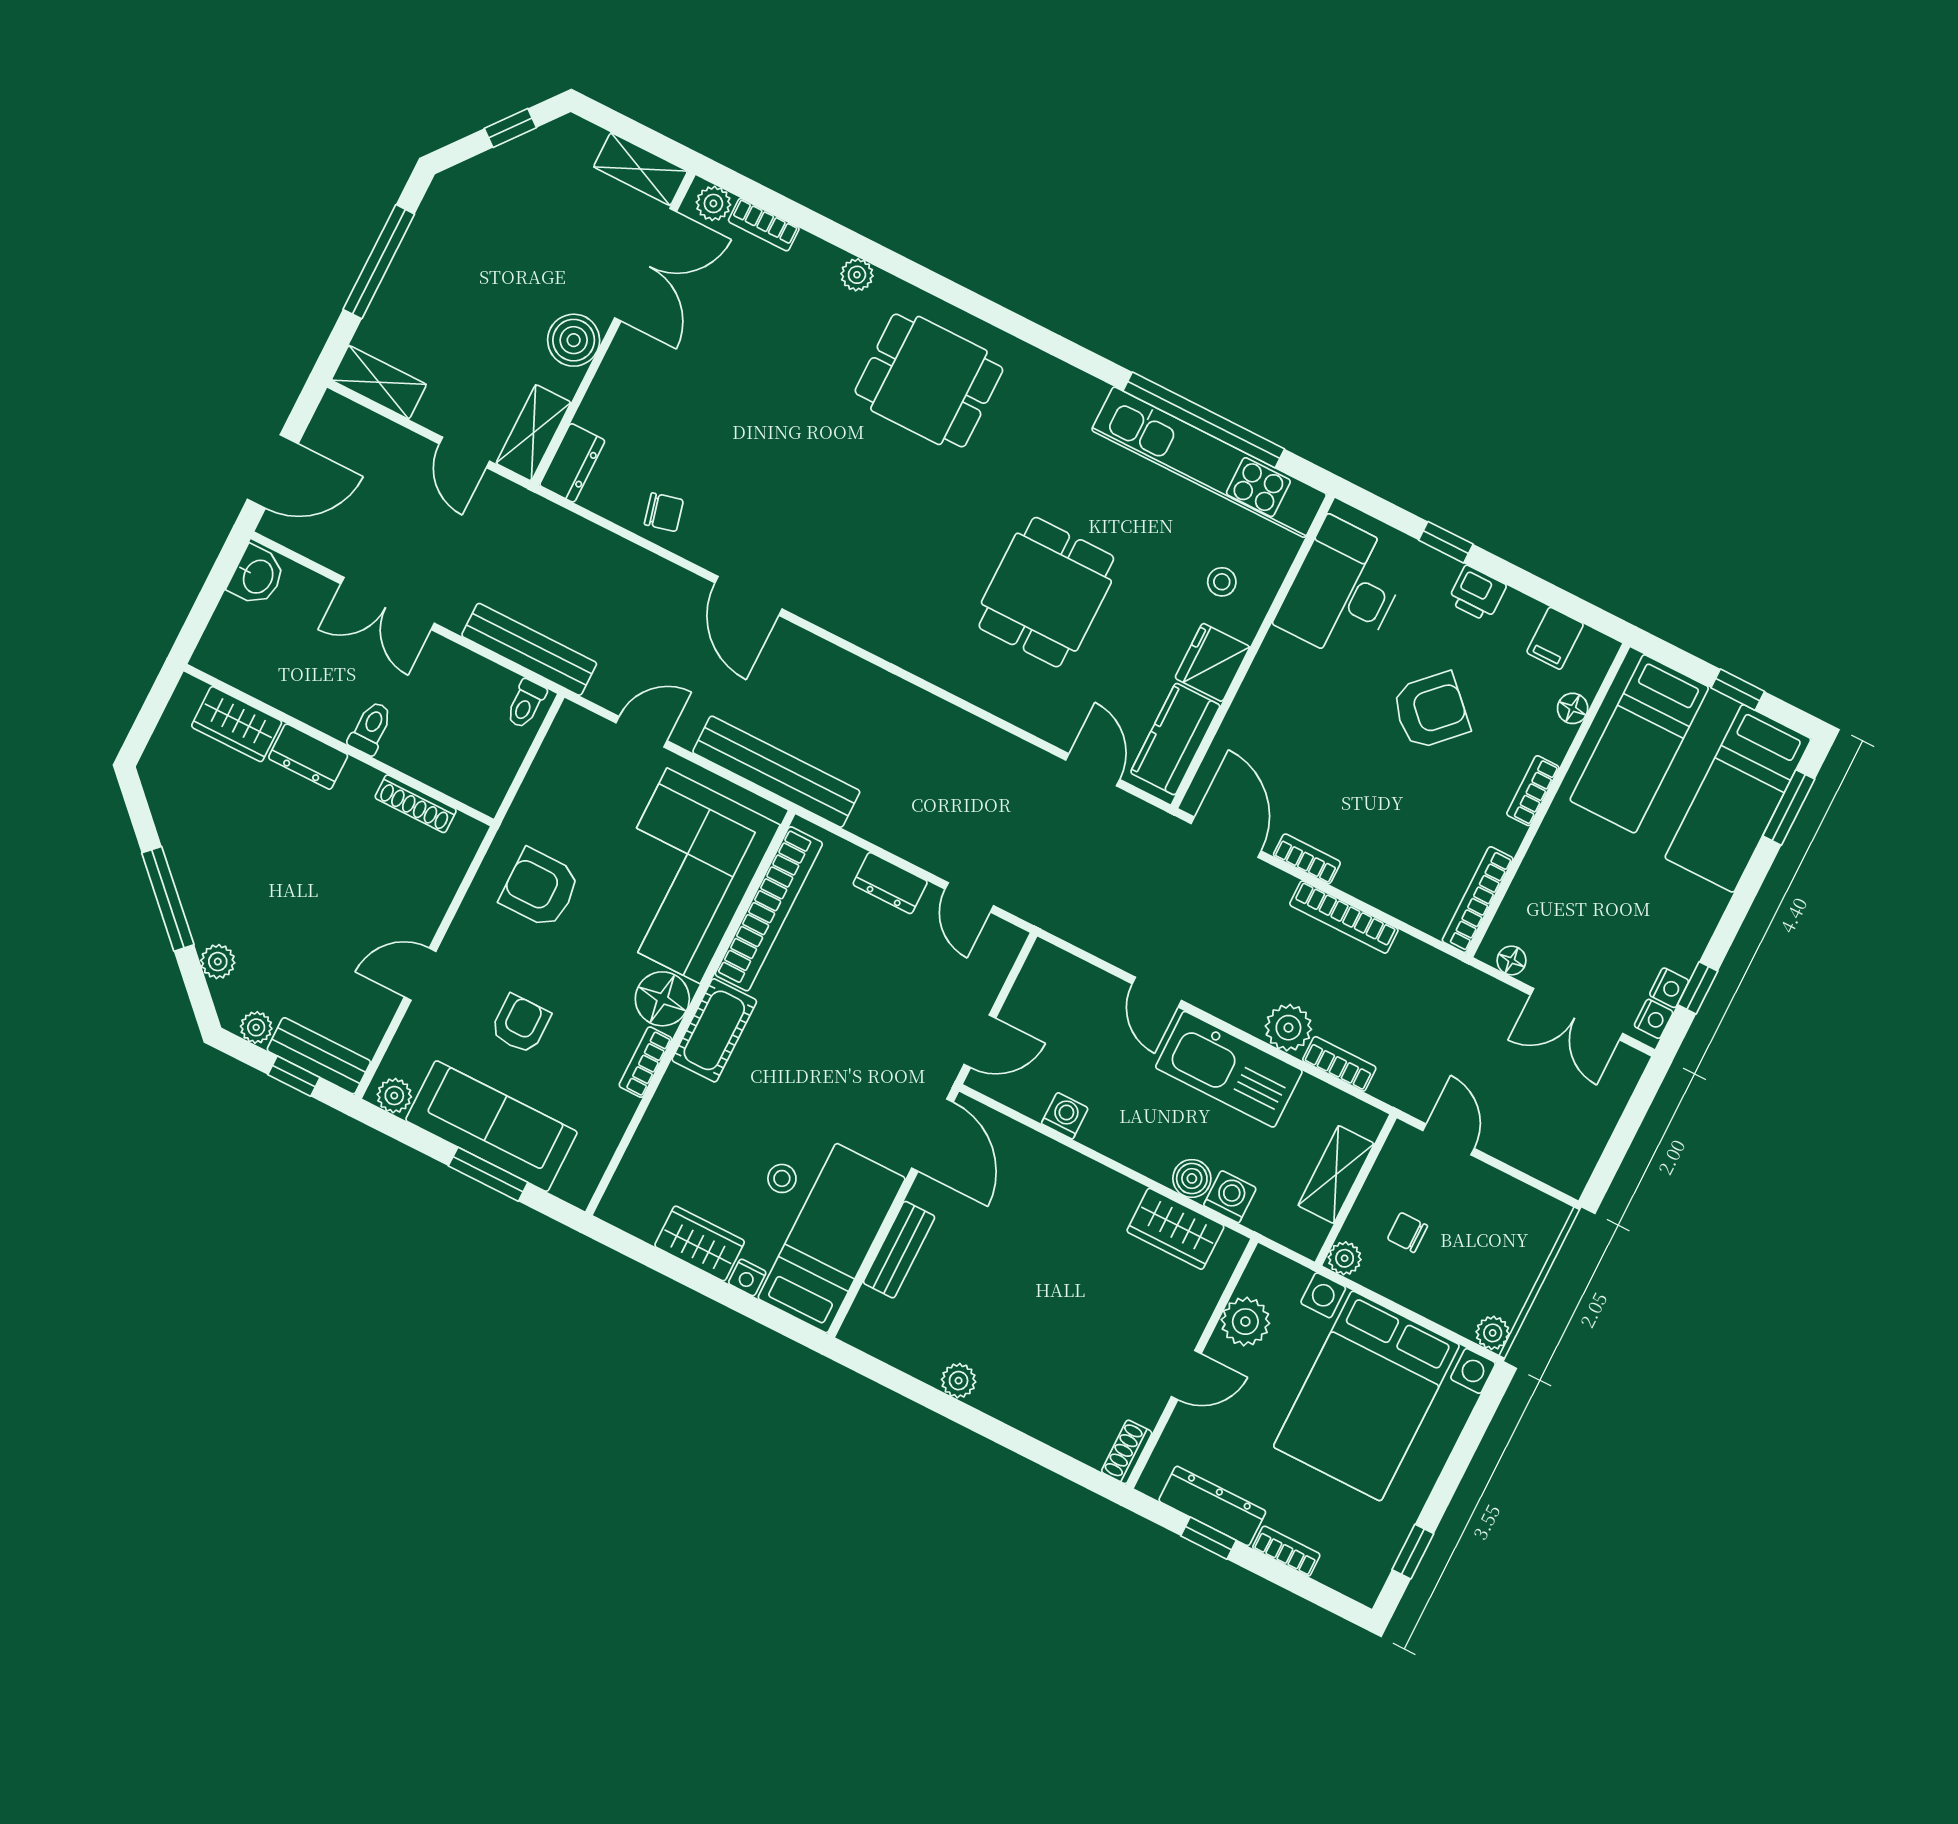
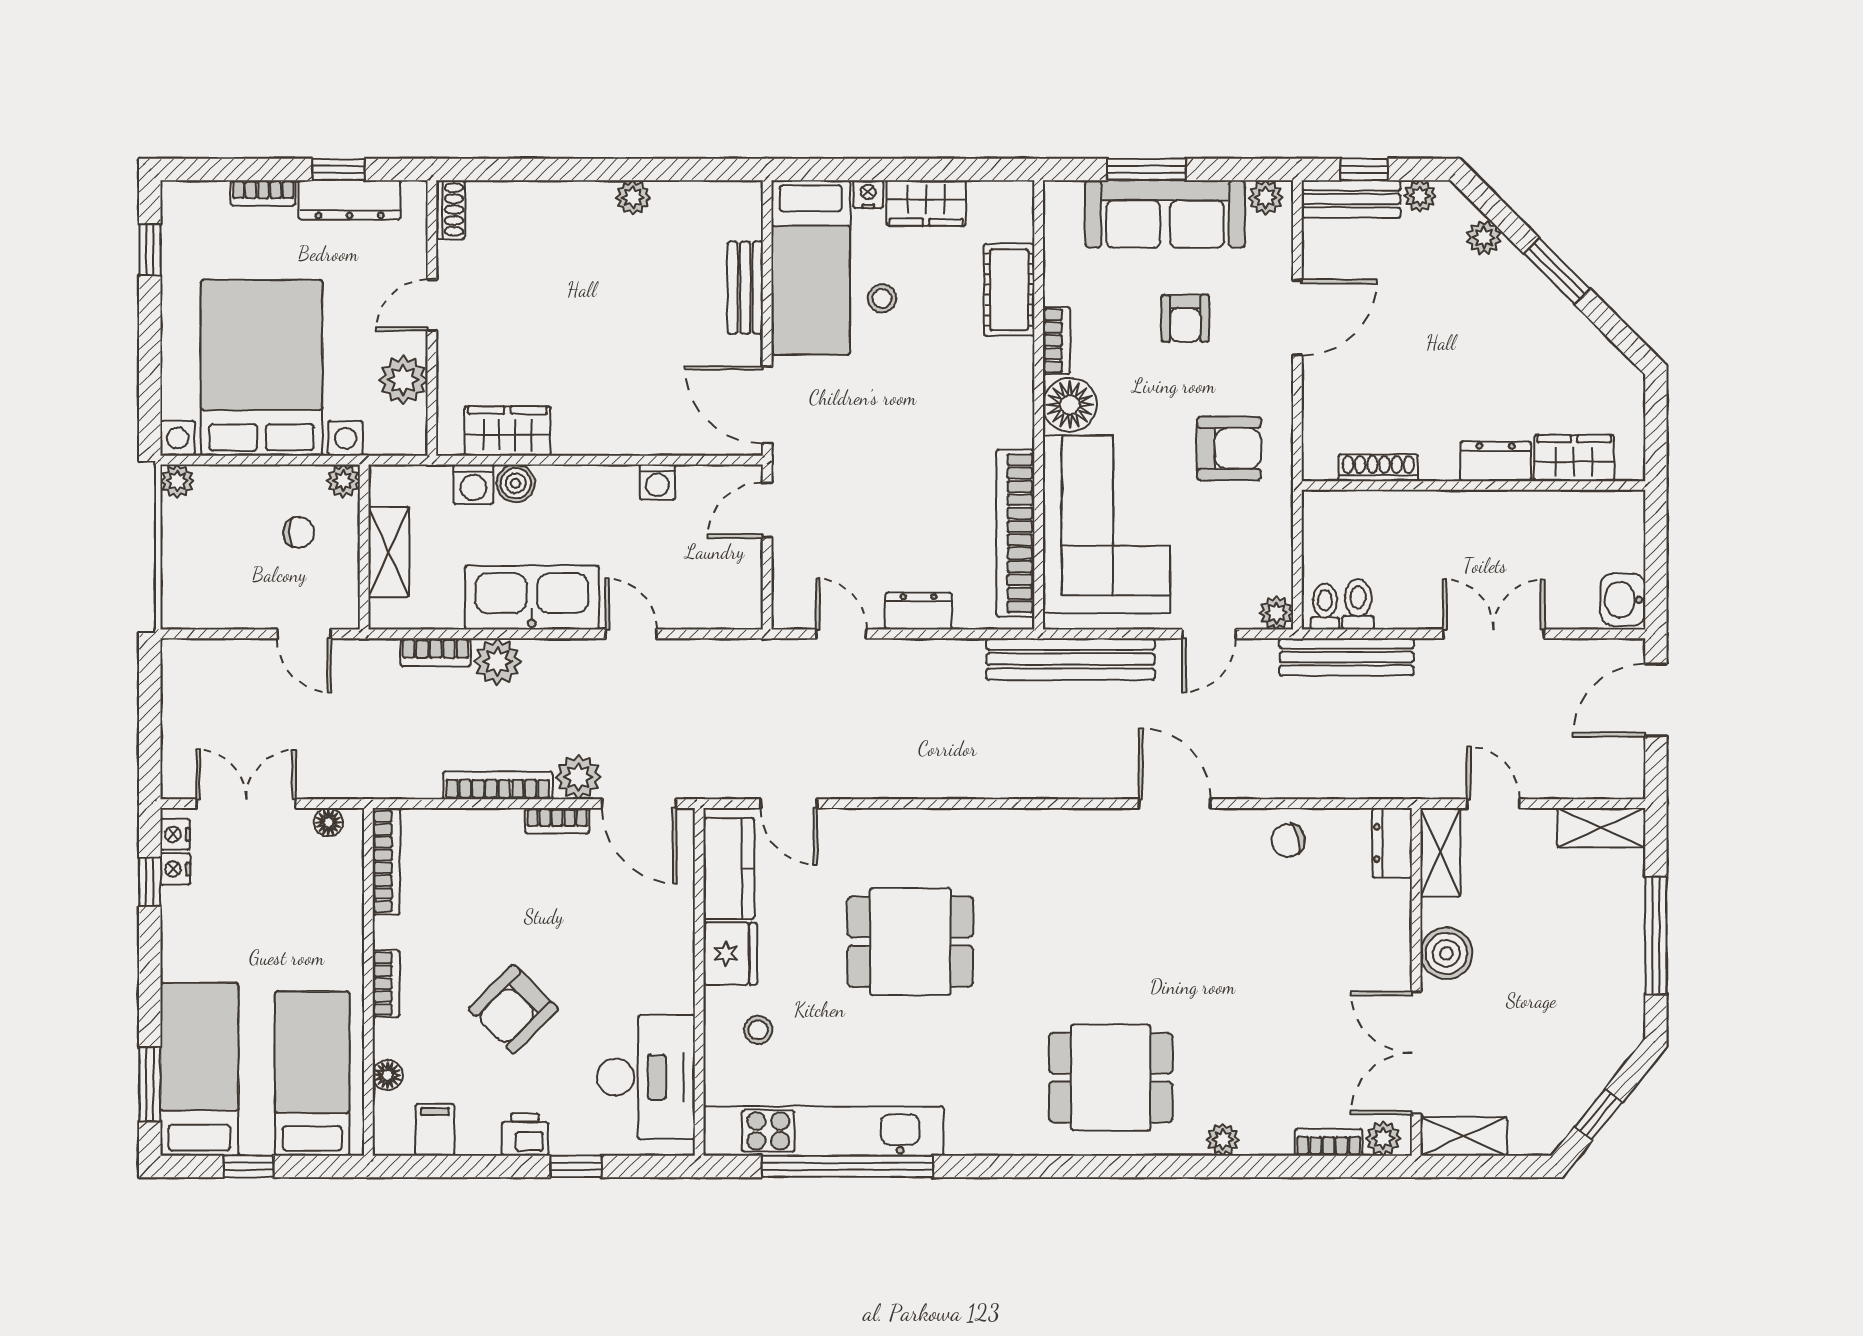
dining table: (1046, 592) -> (910, 942), turned 90
plant: (572, 720) -> (1276, 613), added
toilet: (371, 728) -> (1358, 604), moved, turned 180
plant: (1268, 888) -> (578, 777), added
window: (168, 899) -> (1557, 271), width x0.69
door: (420, 974) -> (1297, 318), width x1.38
cot: (714, 1030) -> (1009, 290), moved

